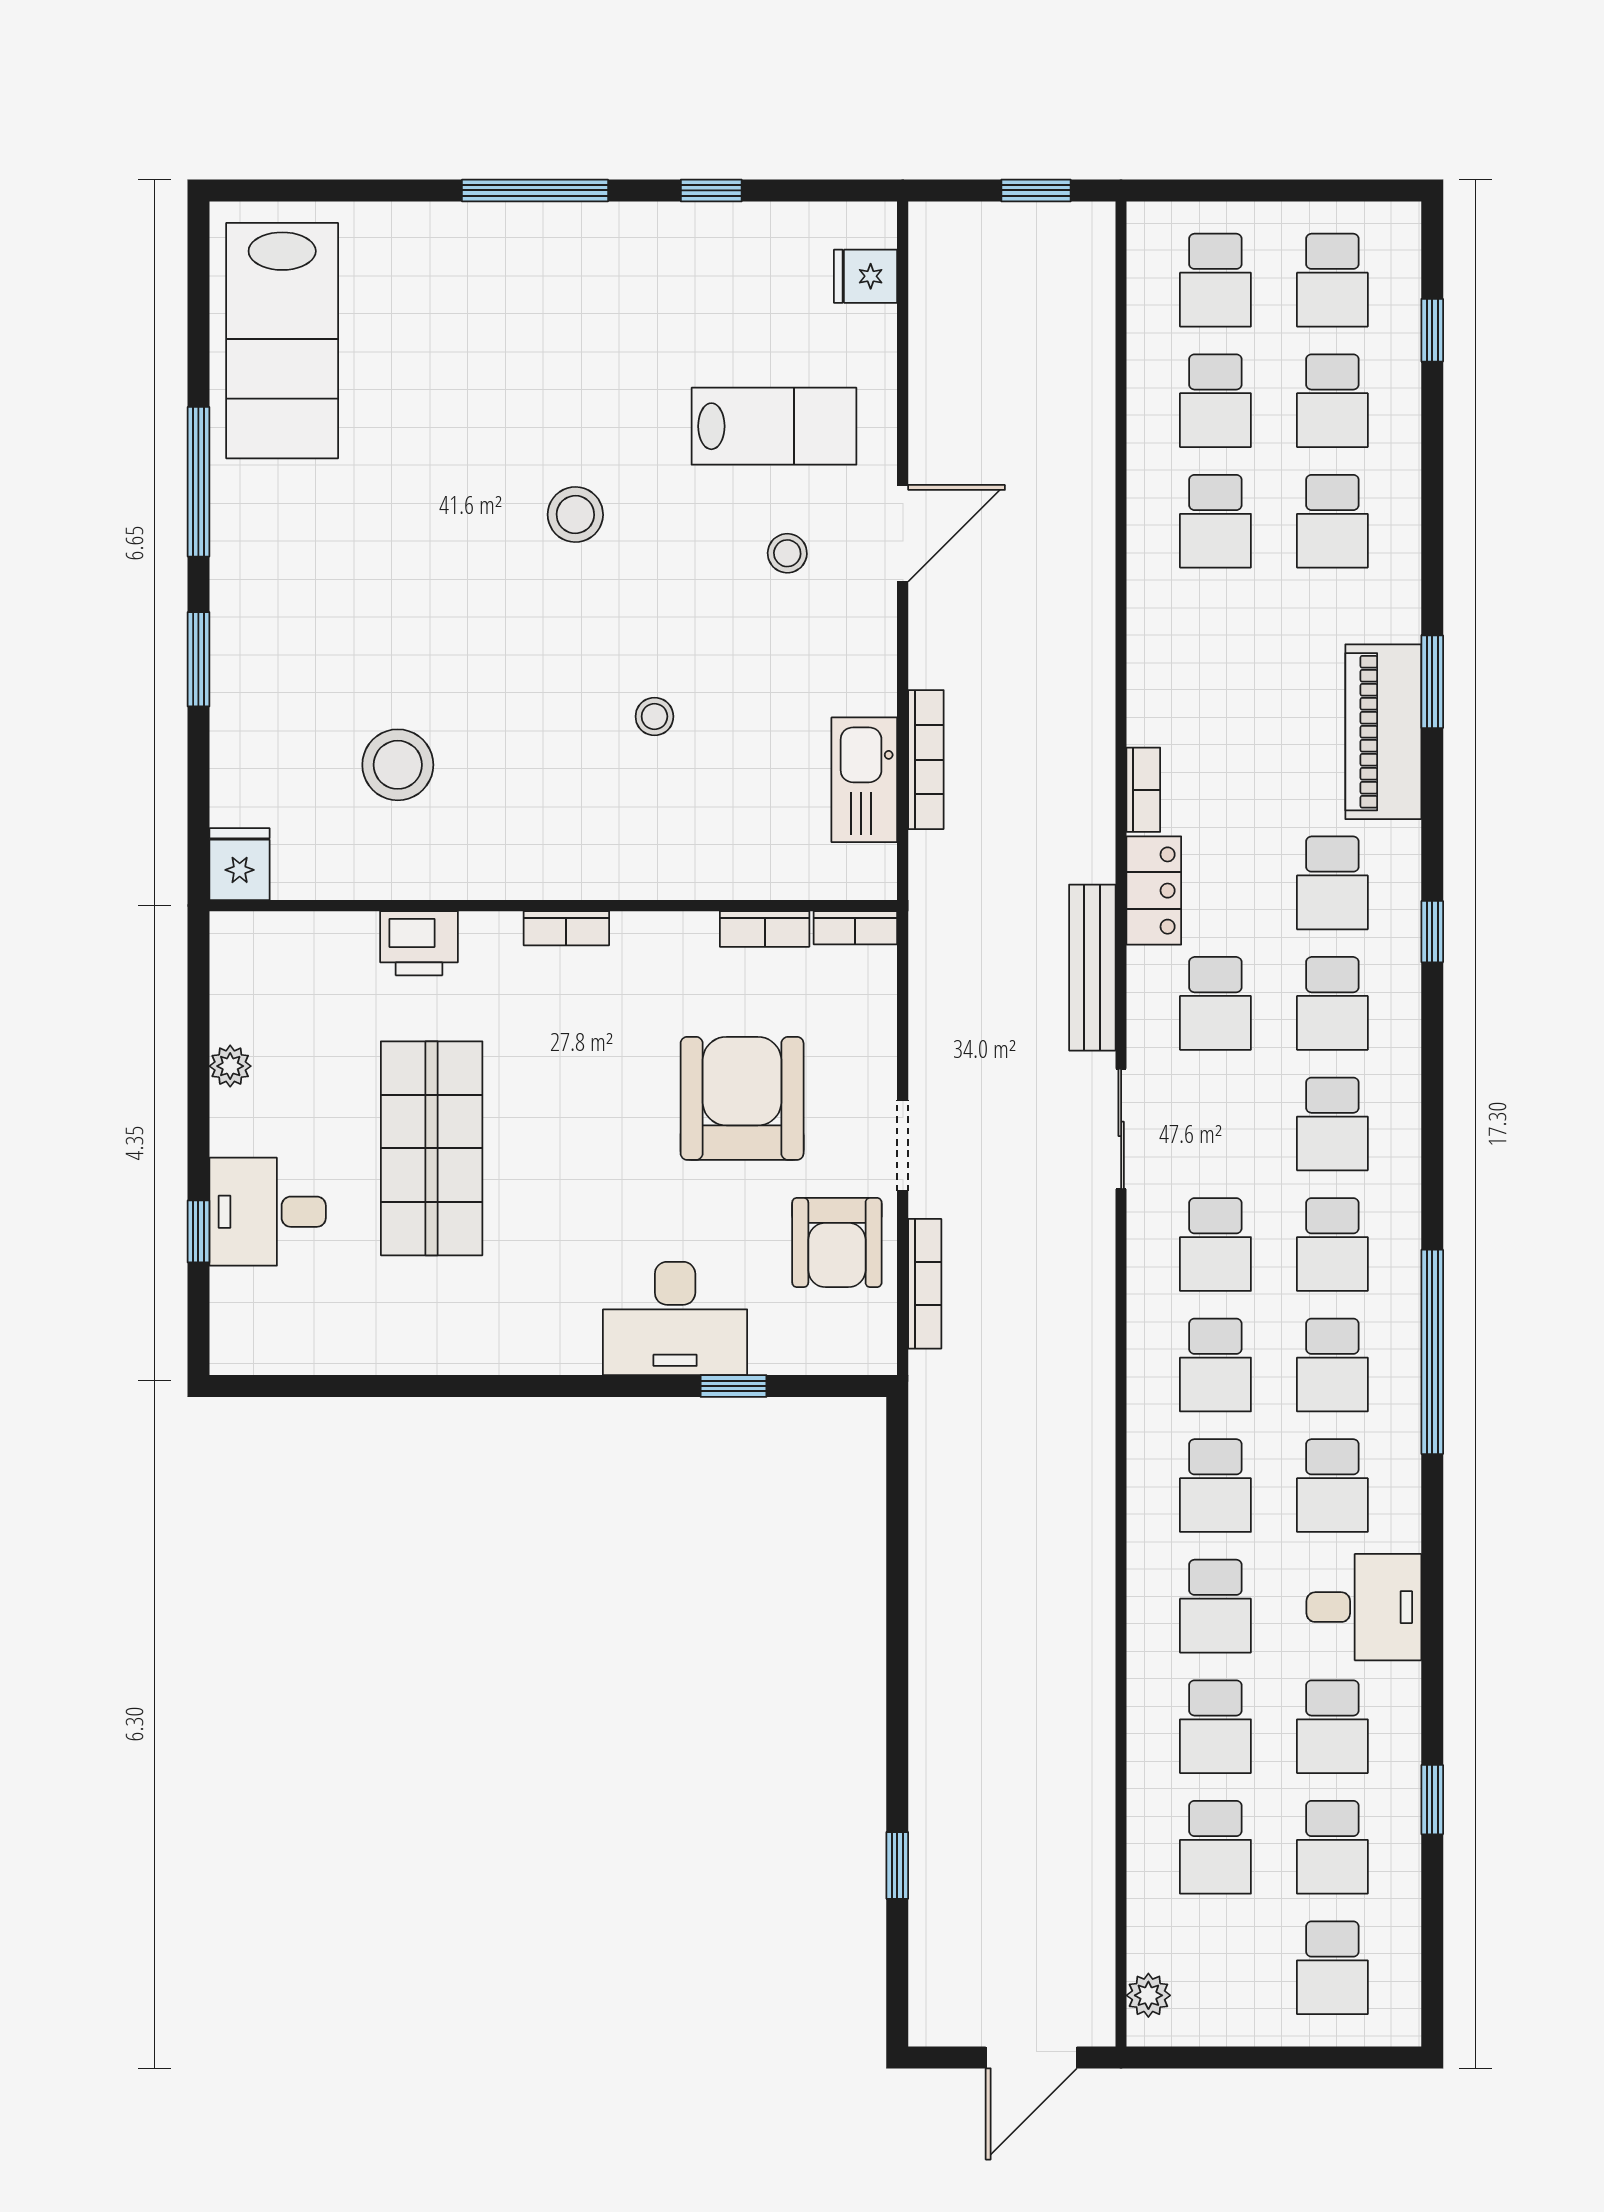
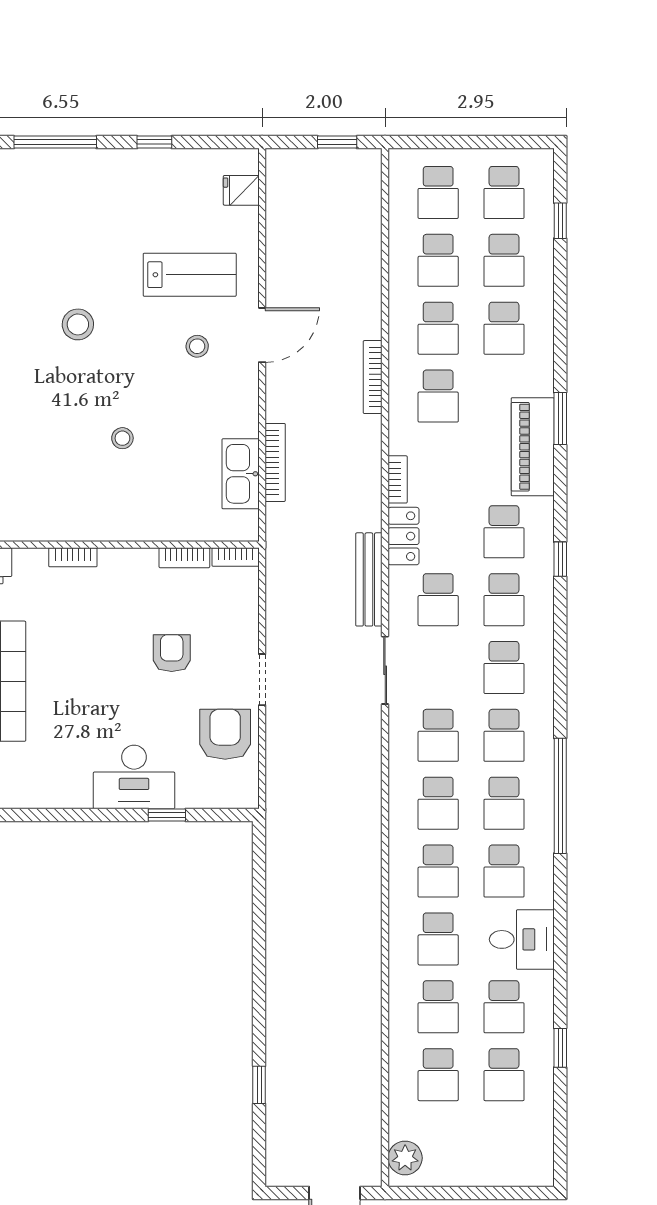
armchair: (742, 1098) -> (172, 653), width x0.53, depth x0.53
armchair: (837, 1242) -> (225, 734), turned 180
bookcase: (925, 1284) -> (373, 377), moved, turned 180
school desk: (1332, 1968) -> (438, 396), moved
plant: (1148, 1995) -> (405, 1158), width x1.38, depth x1.38

